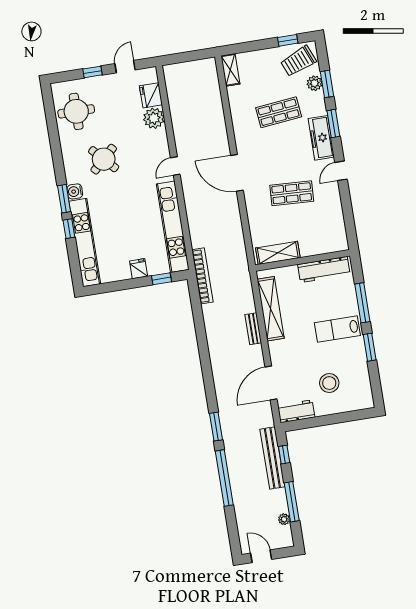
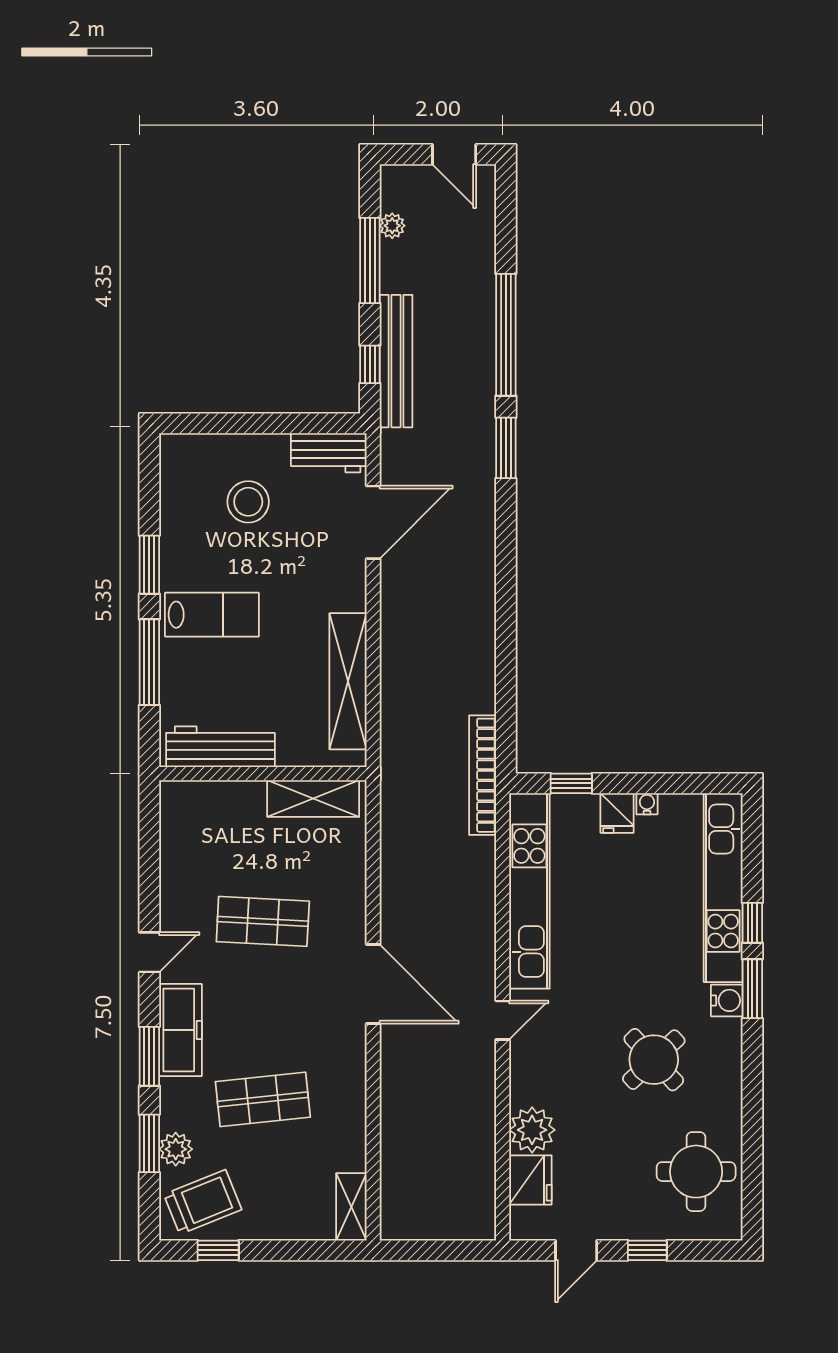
water cooler: (126, 275) -> (647, 804), added
bench: (253, 329) -> (392, 644), removed

